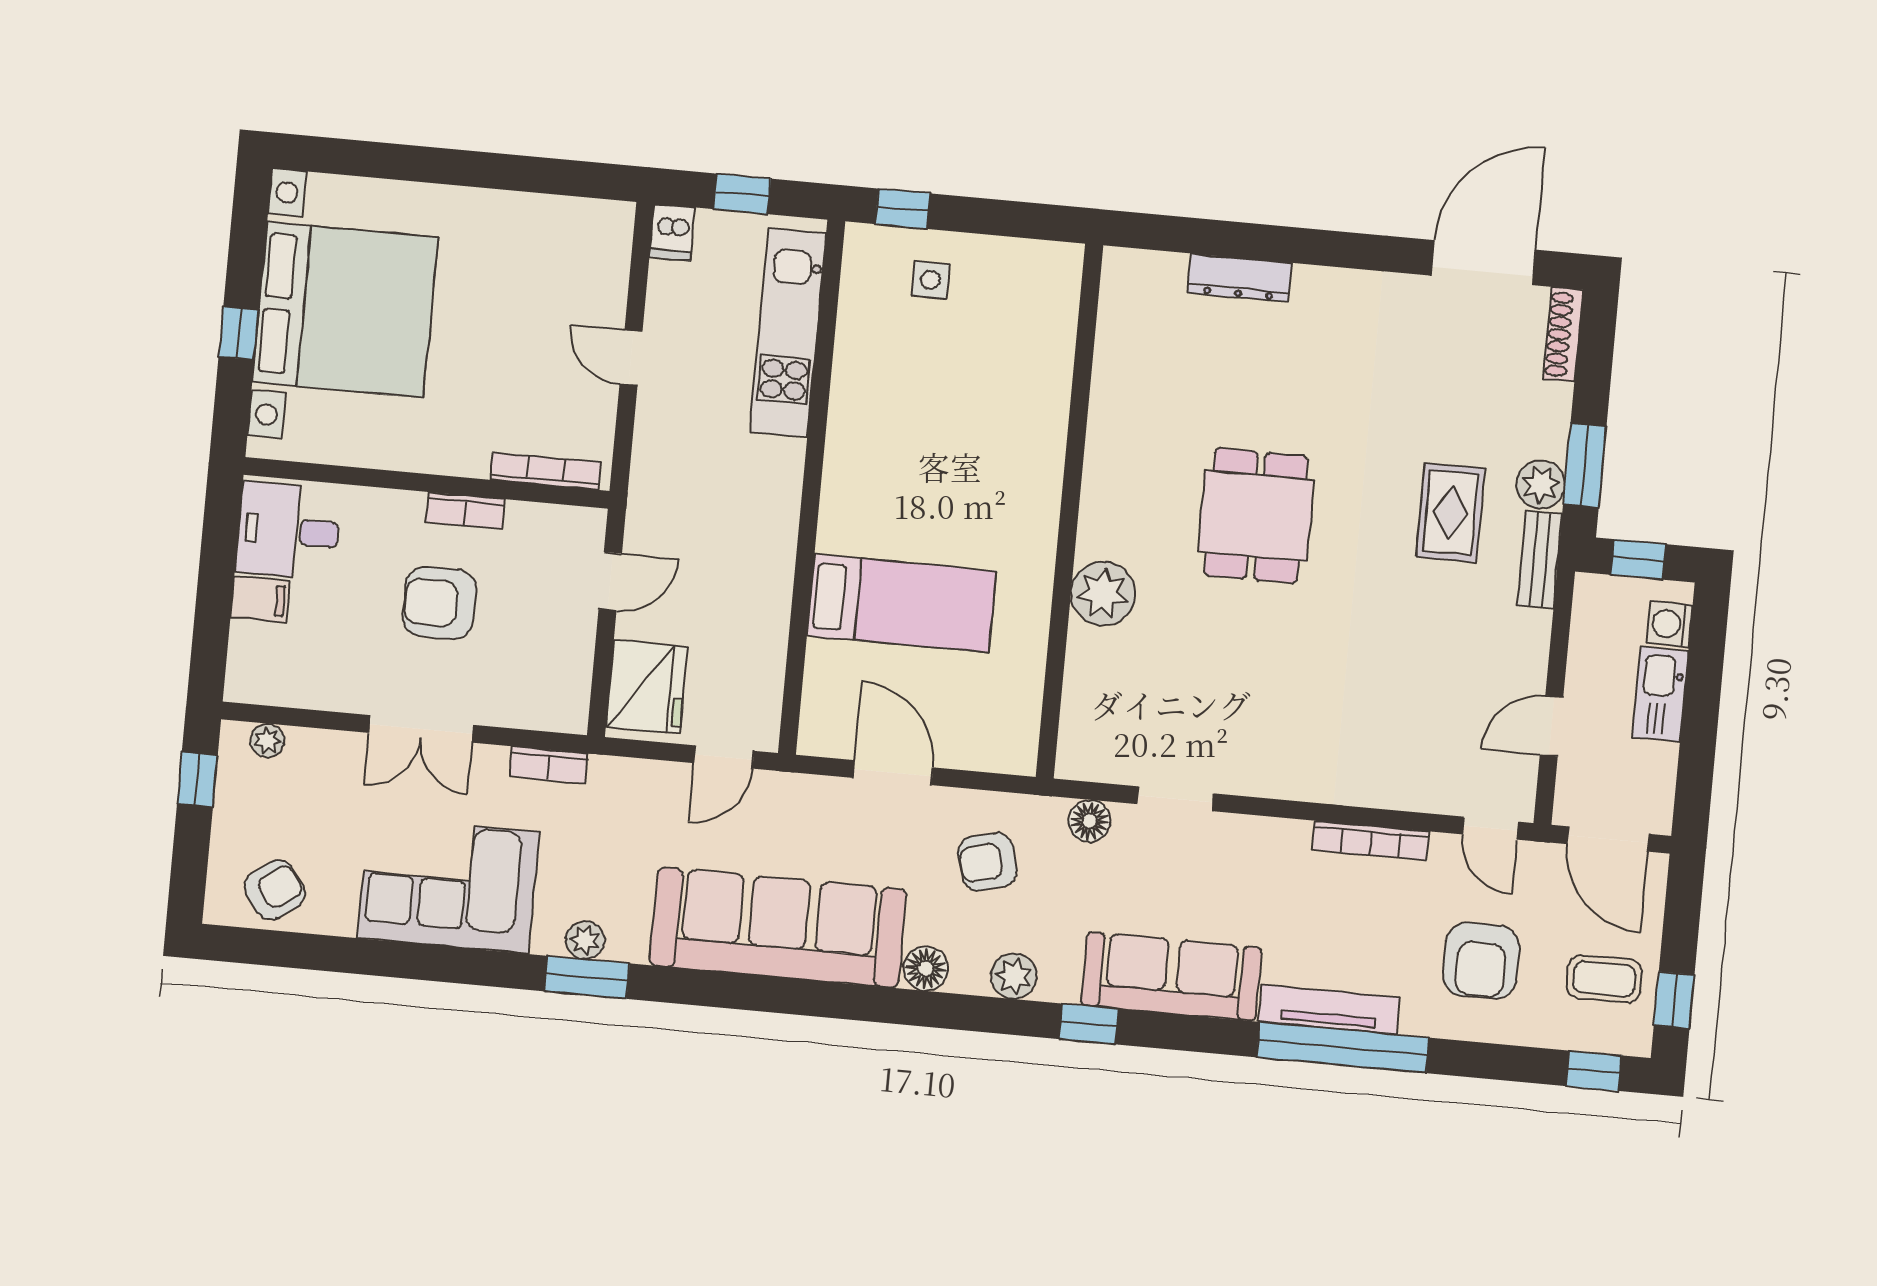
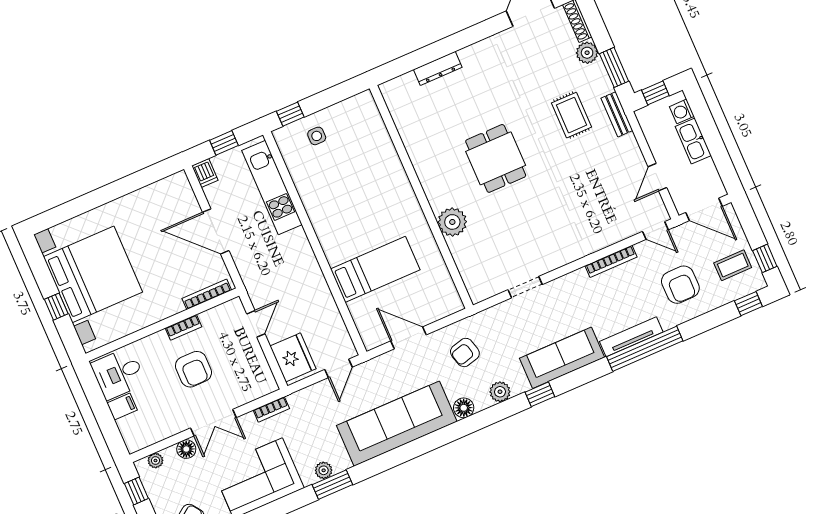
door: (631, 358) -> (216, 231), width x1.87
plant: (1541, 484) -> (587, 53), moved
armchair: (440, 603) -> (193, 369), turned -90
floor lamp: (1090, 821) -> (186, 449), moved

